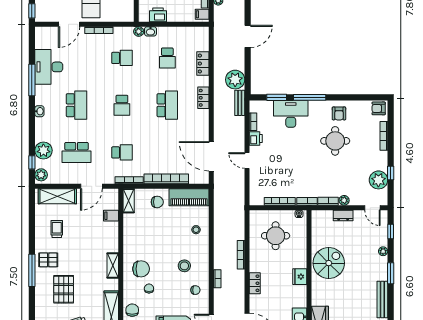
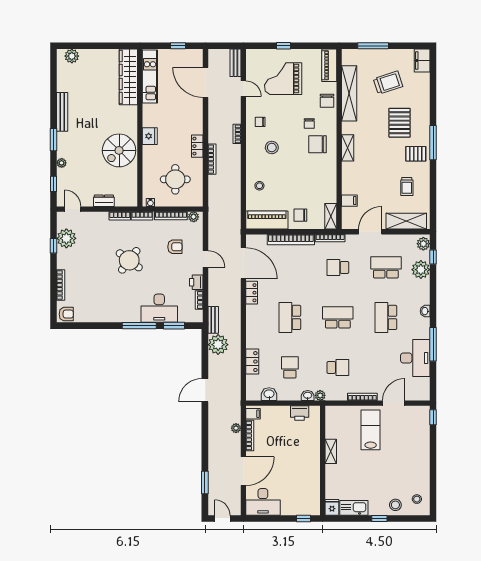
washbasin: (187, 33) -> (269, 394), added
school desk: (122, 58) -> (338, 367), turned 180
locker: (203, 98) -> (252, 293), moved
school desk: (122, 105) -> (338, 317), width x1.85
armchair: (339, 113) -> (175, 247), moved, turned 90
round table: (335, 141) -> (129, 260), moved, turned 37
plant: (344, 200) -> (194, 217), moved
locker: (255, 283) -> (197, 146), moved

